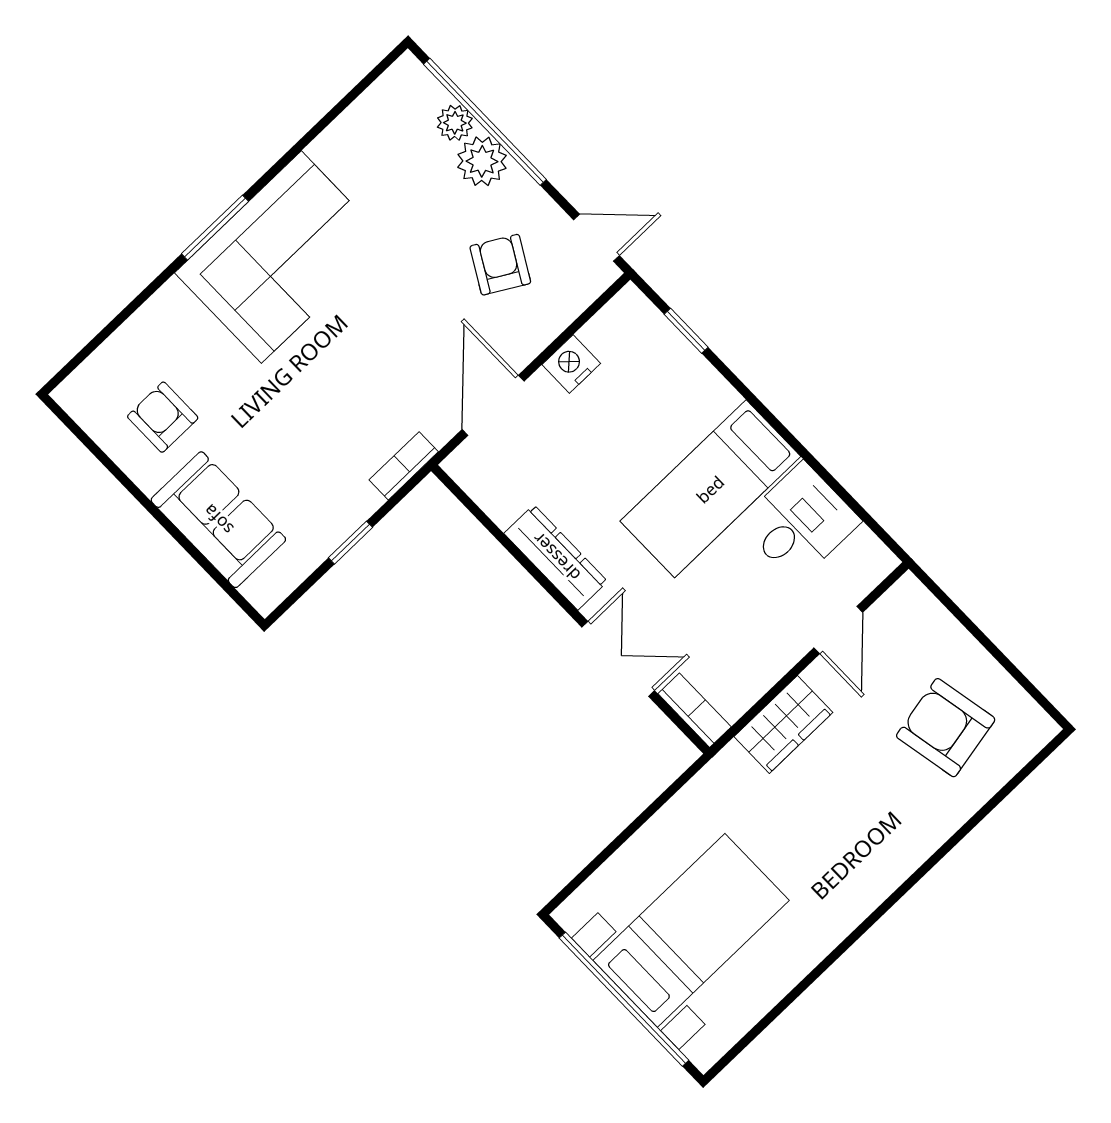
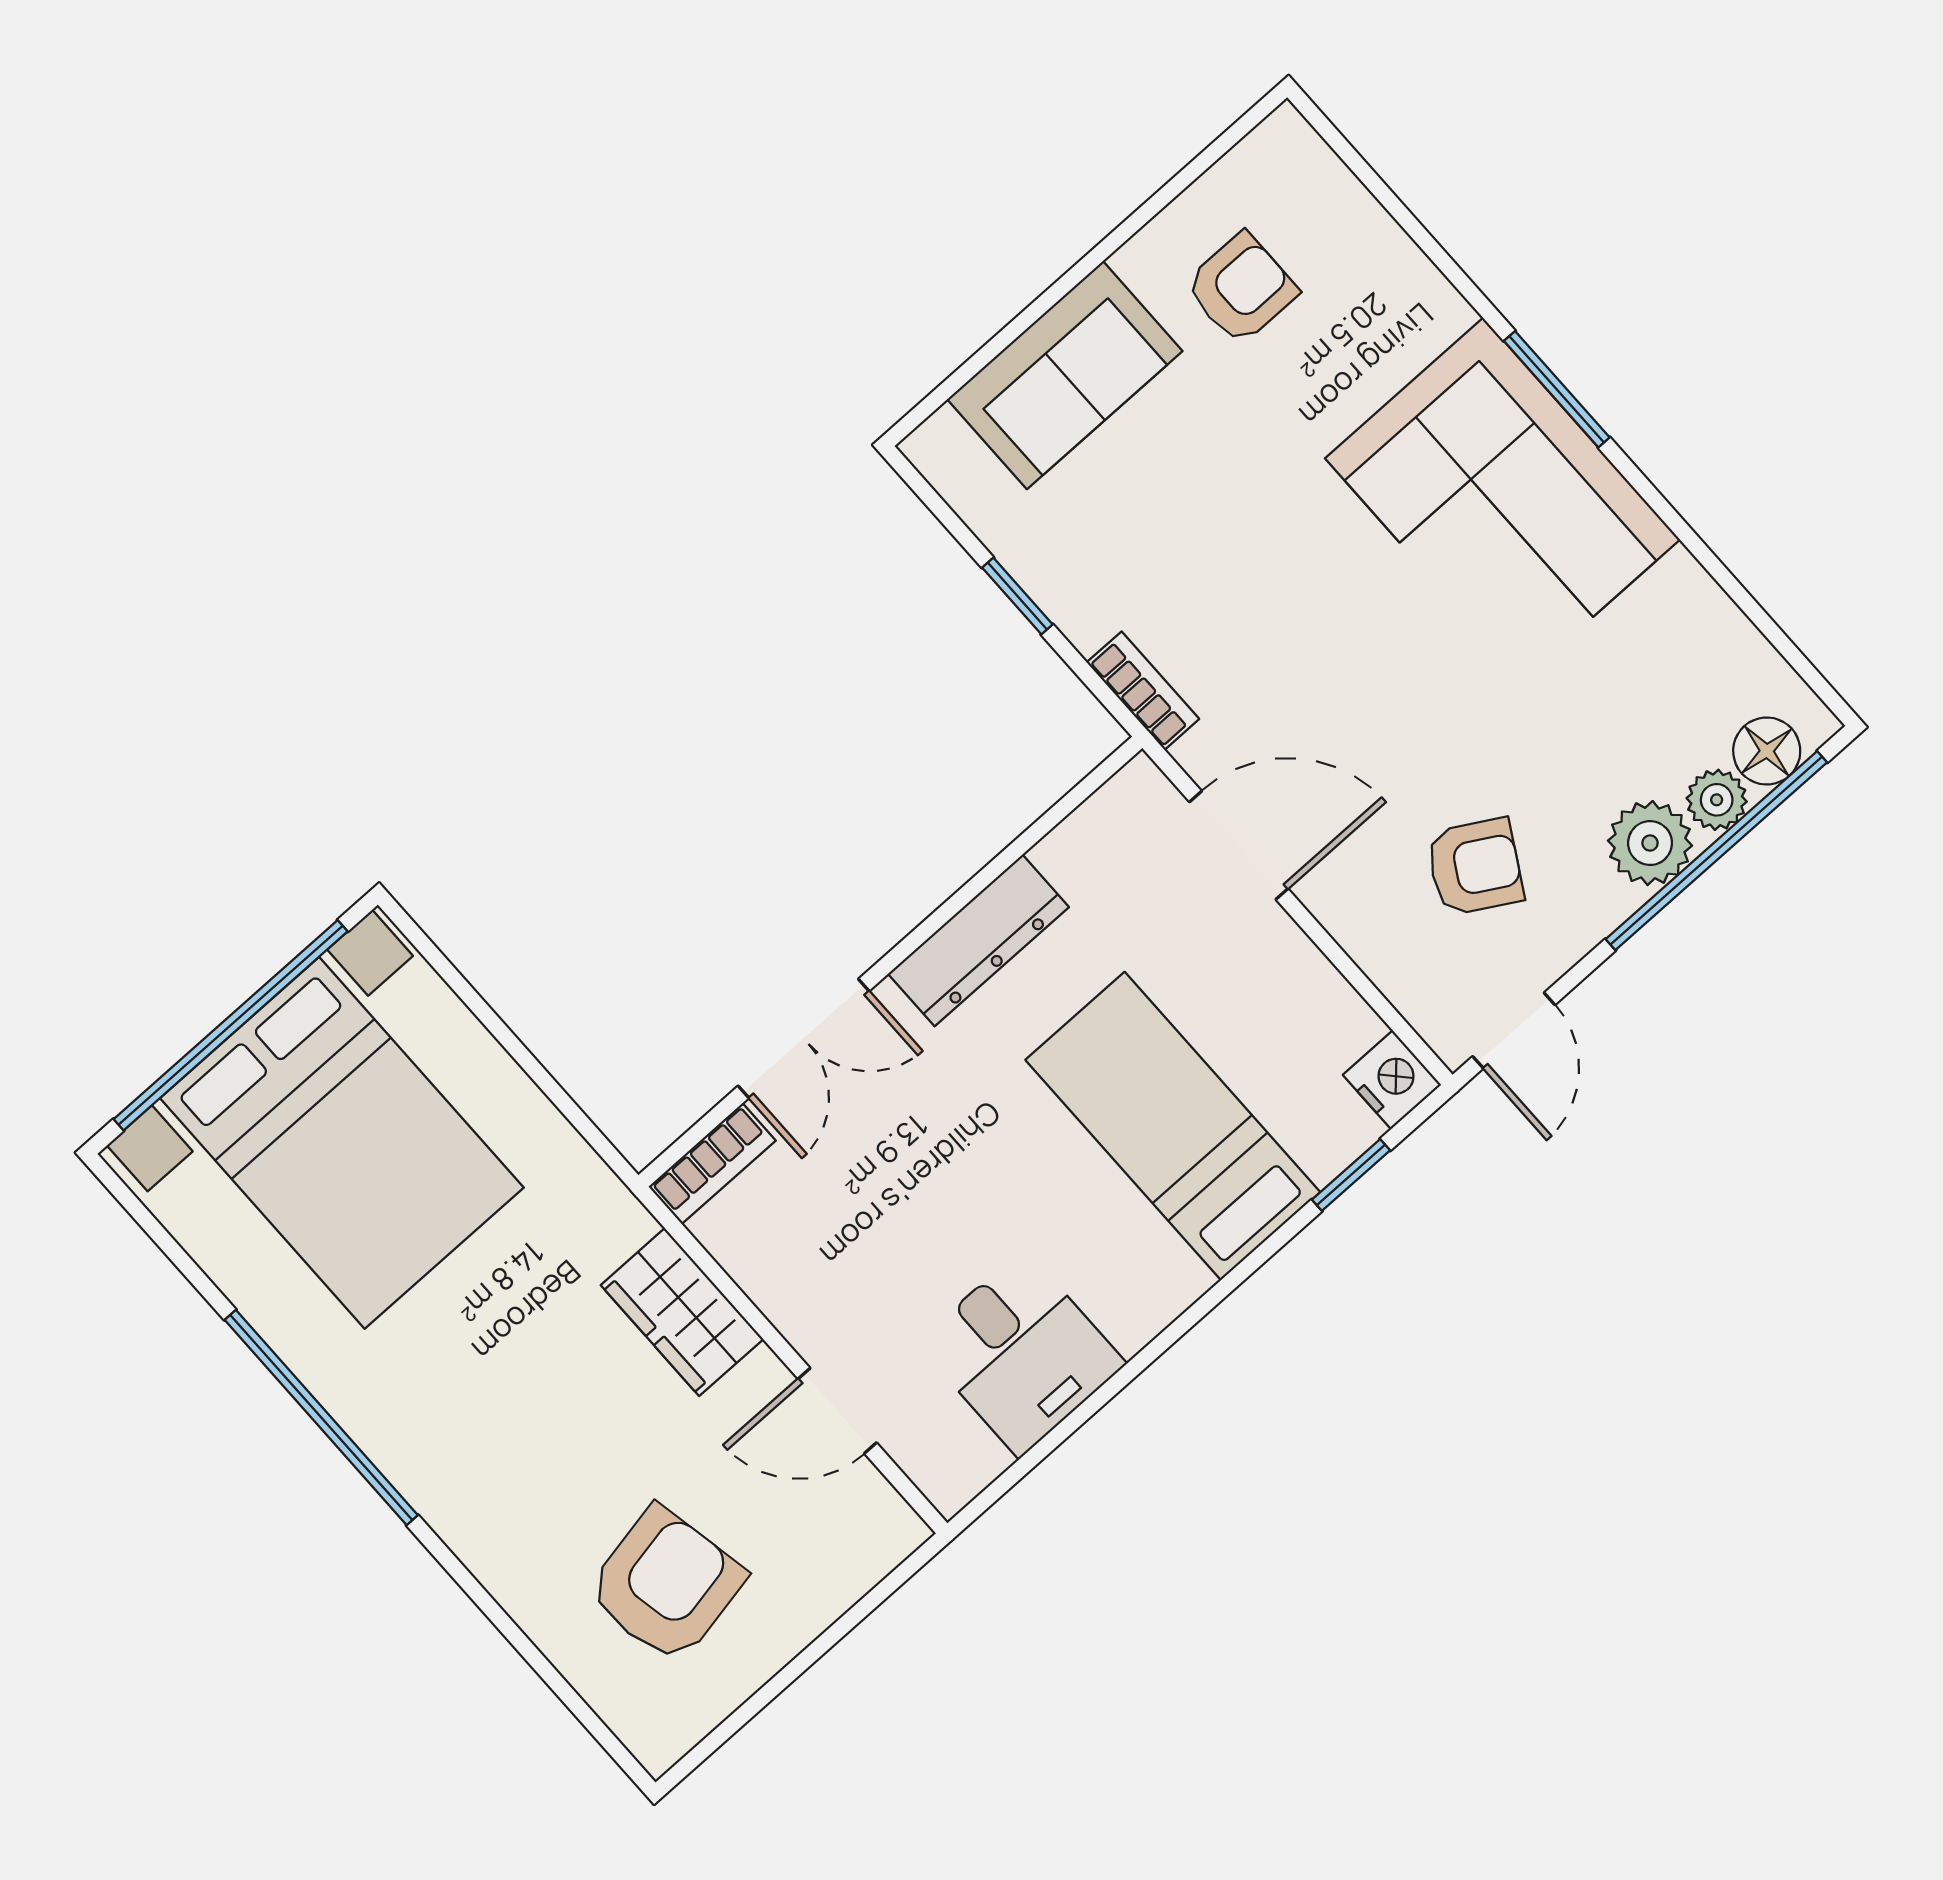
floor lamp: (425, 94) -> (1767, 751), added
nightstand: (571, 364) -> (1392, 1080), moved
bed: (710, 489) -> (1173, 1126), moved
bed with nightstands: (691, 930) -> (342, 1143), width x1.36
window: (855, 936) -> (321, 1418), added

